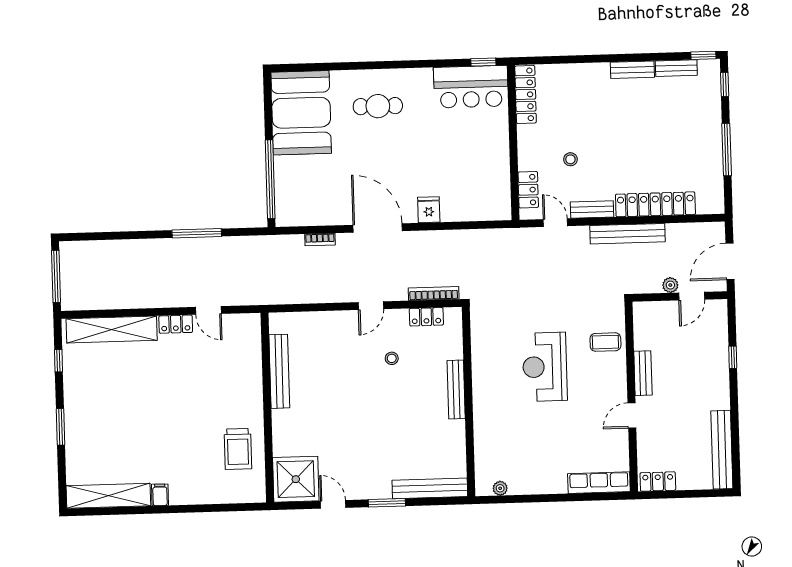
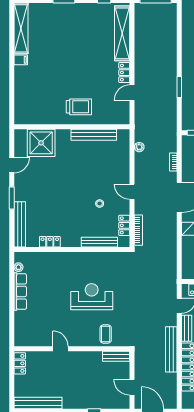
window: (197, 233) -> (179, 87), width x0.69
plant: (670, 285) -> (139, 147), moved
bench: (643, 373) -> (116, 356), moved
bench: (456, 389) -> (99, 242), moved
locker: (457, 438) -> (50, 242), added
trolley: (238, 449) -> (79, 107), moved, turned 180
shower: (296, 479) -> (41, 143), moved
row of seats: (599, 483) -> (20, 291), moved

